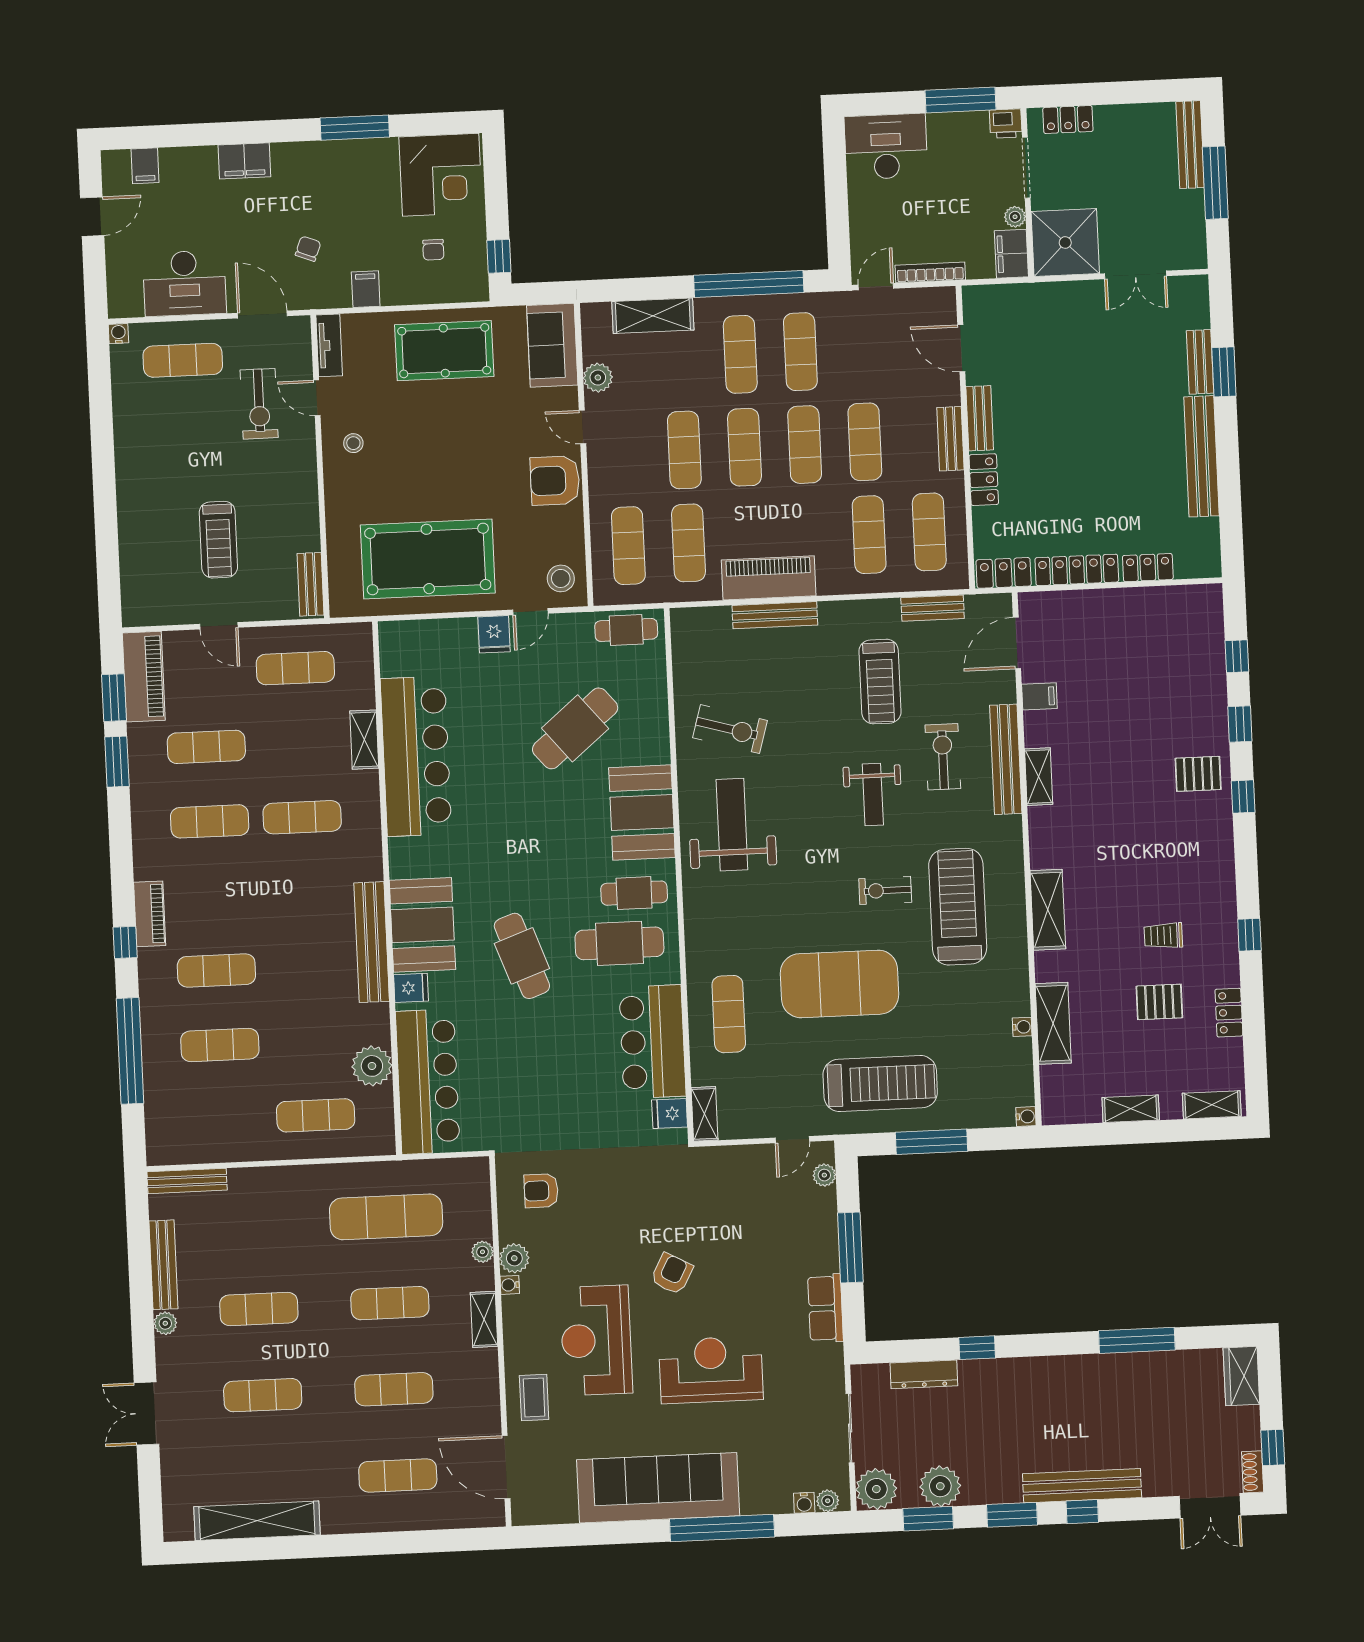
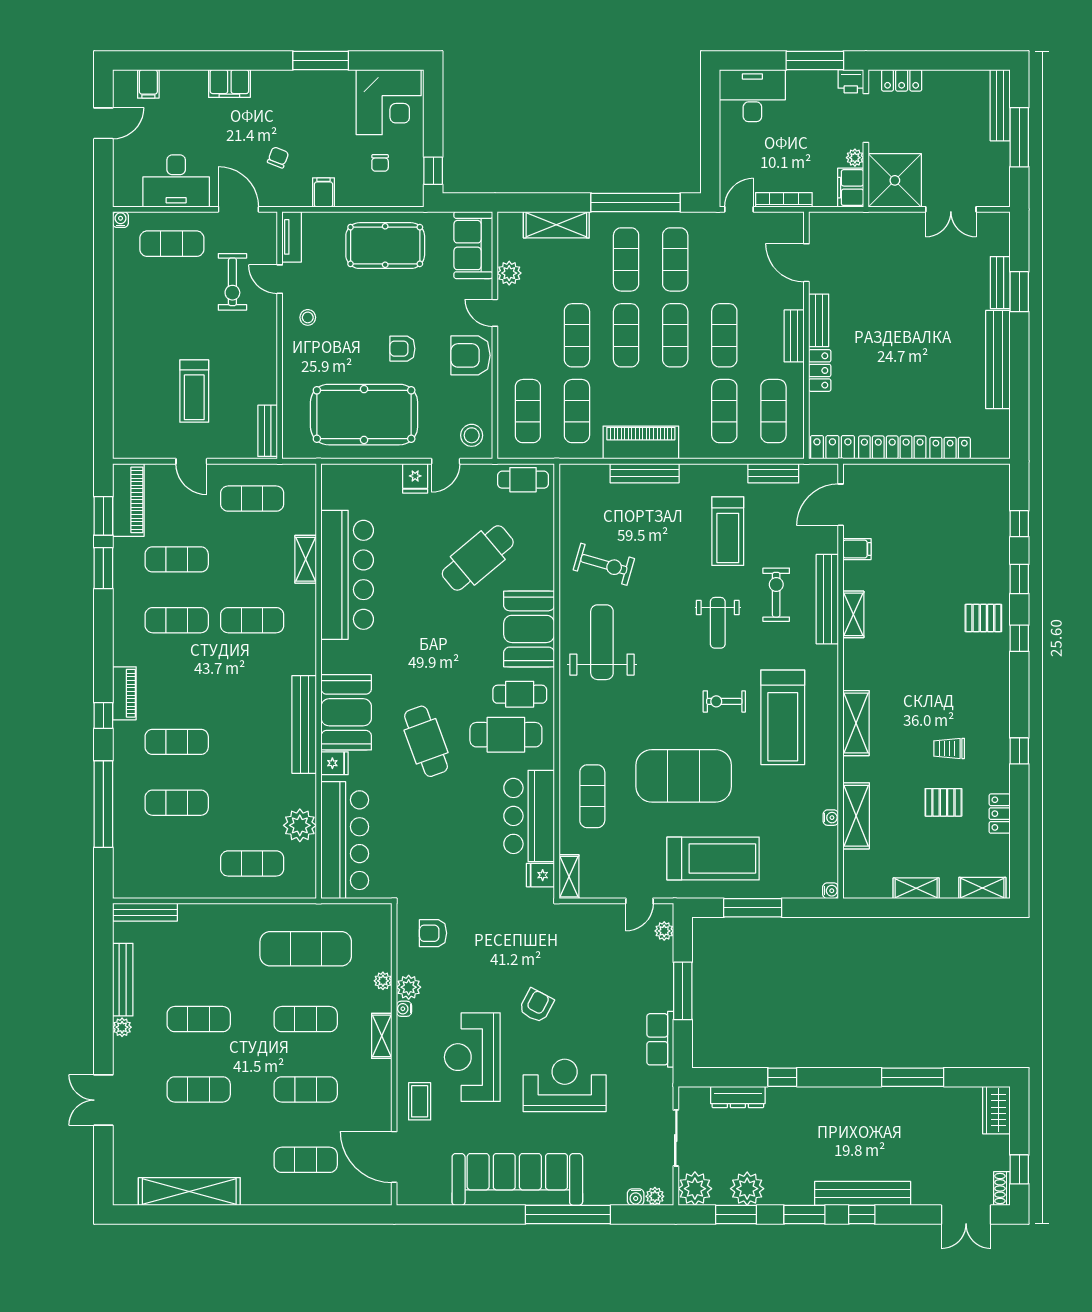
armchair: (471, 476) -> (402, 349), added
treadmill: (958, 907) -> (783, 717), turned 180

